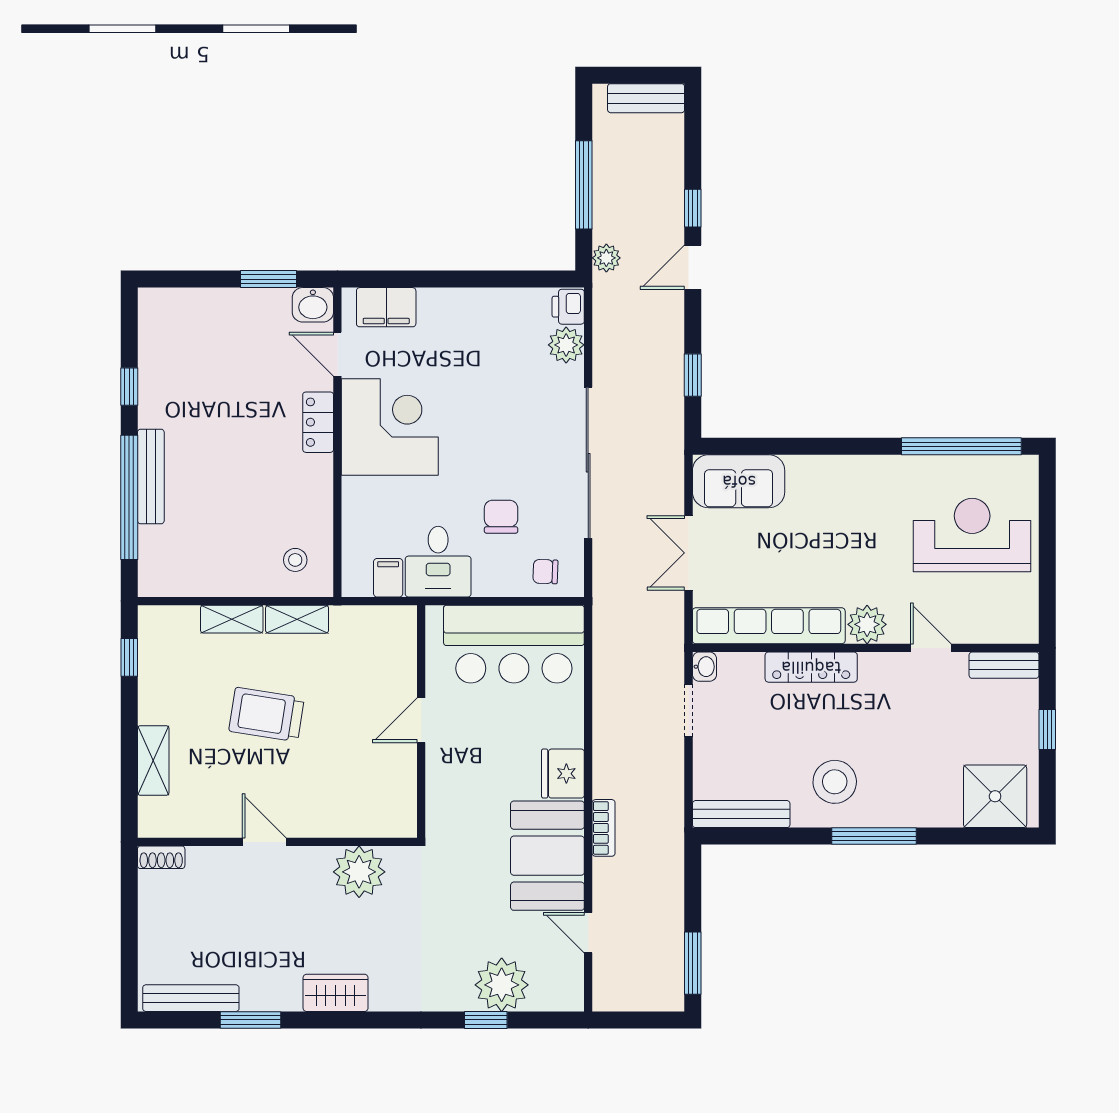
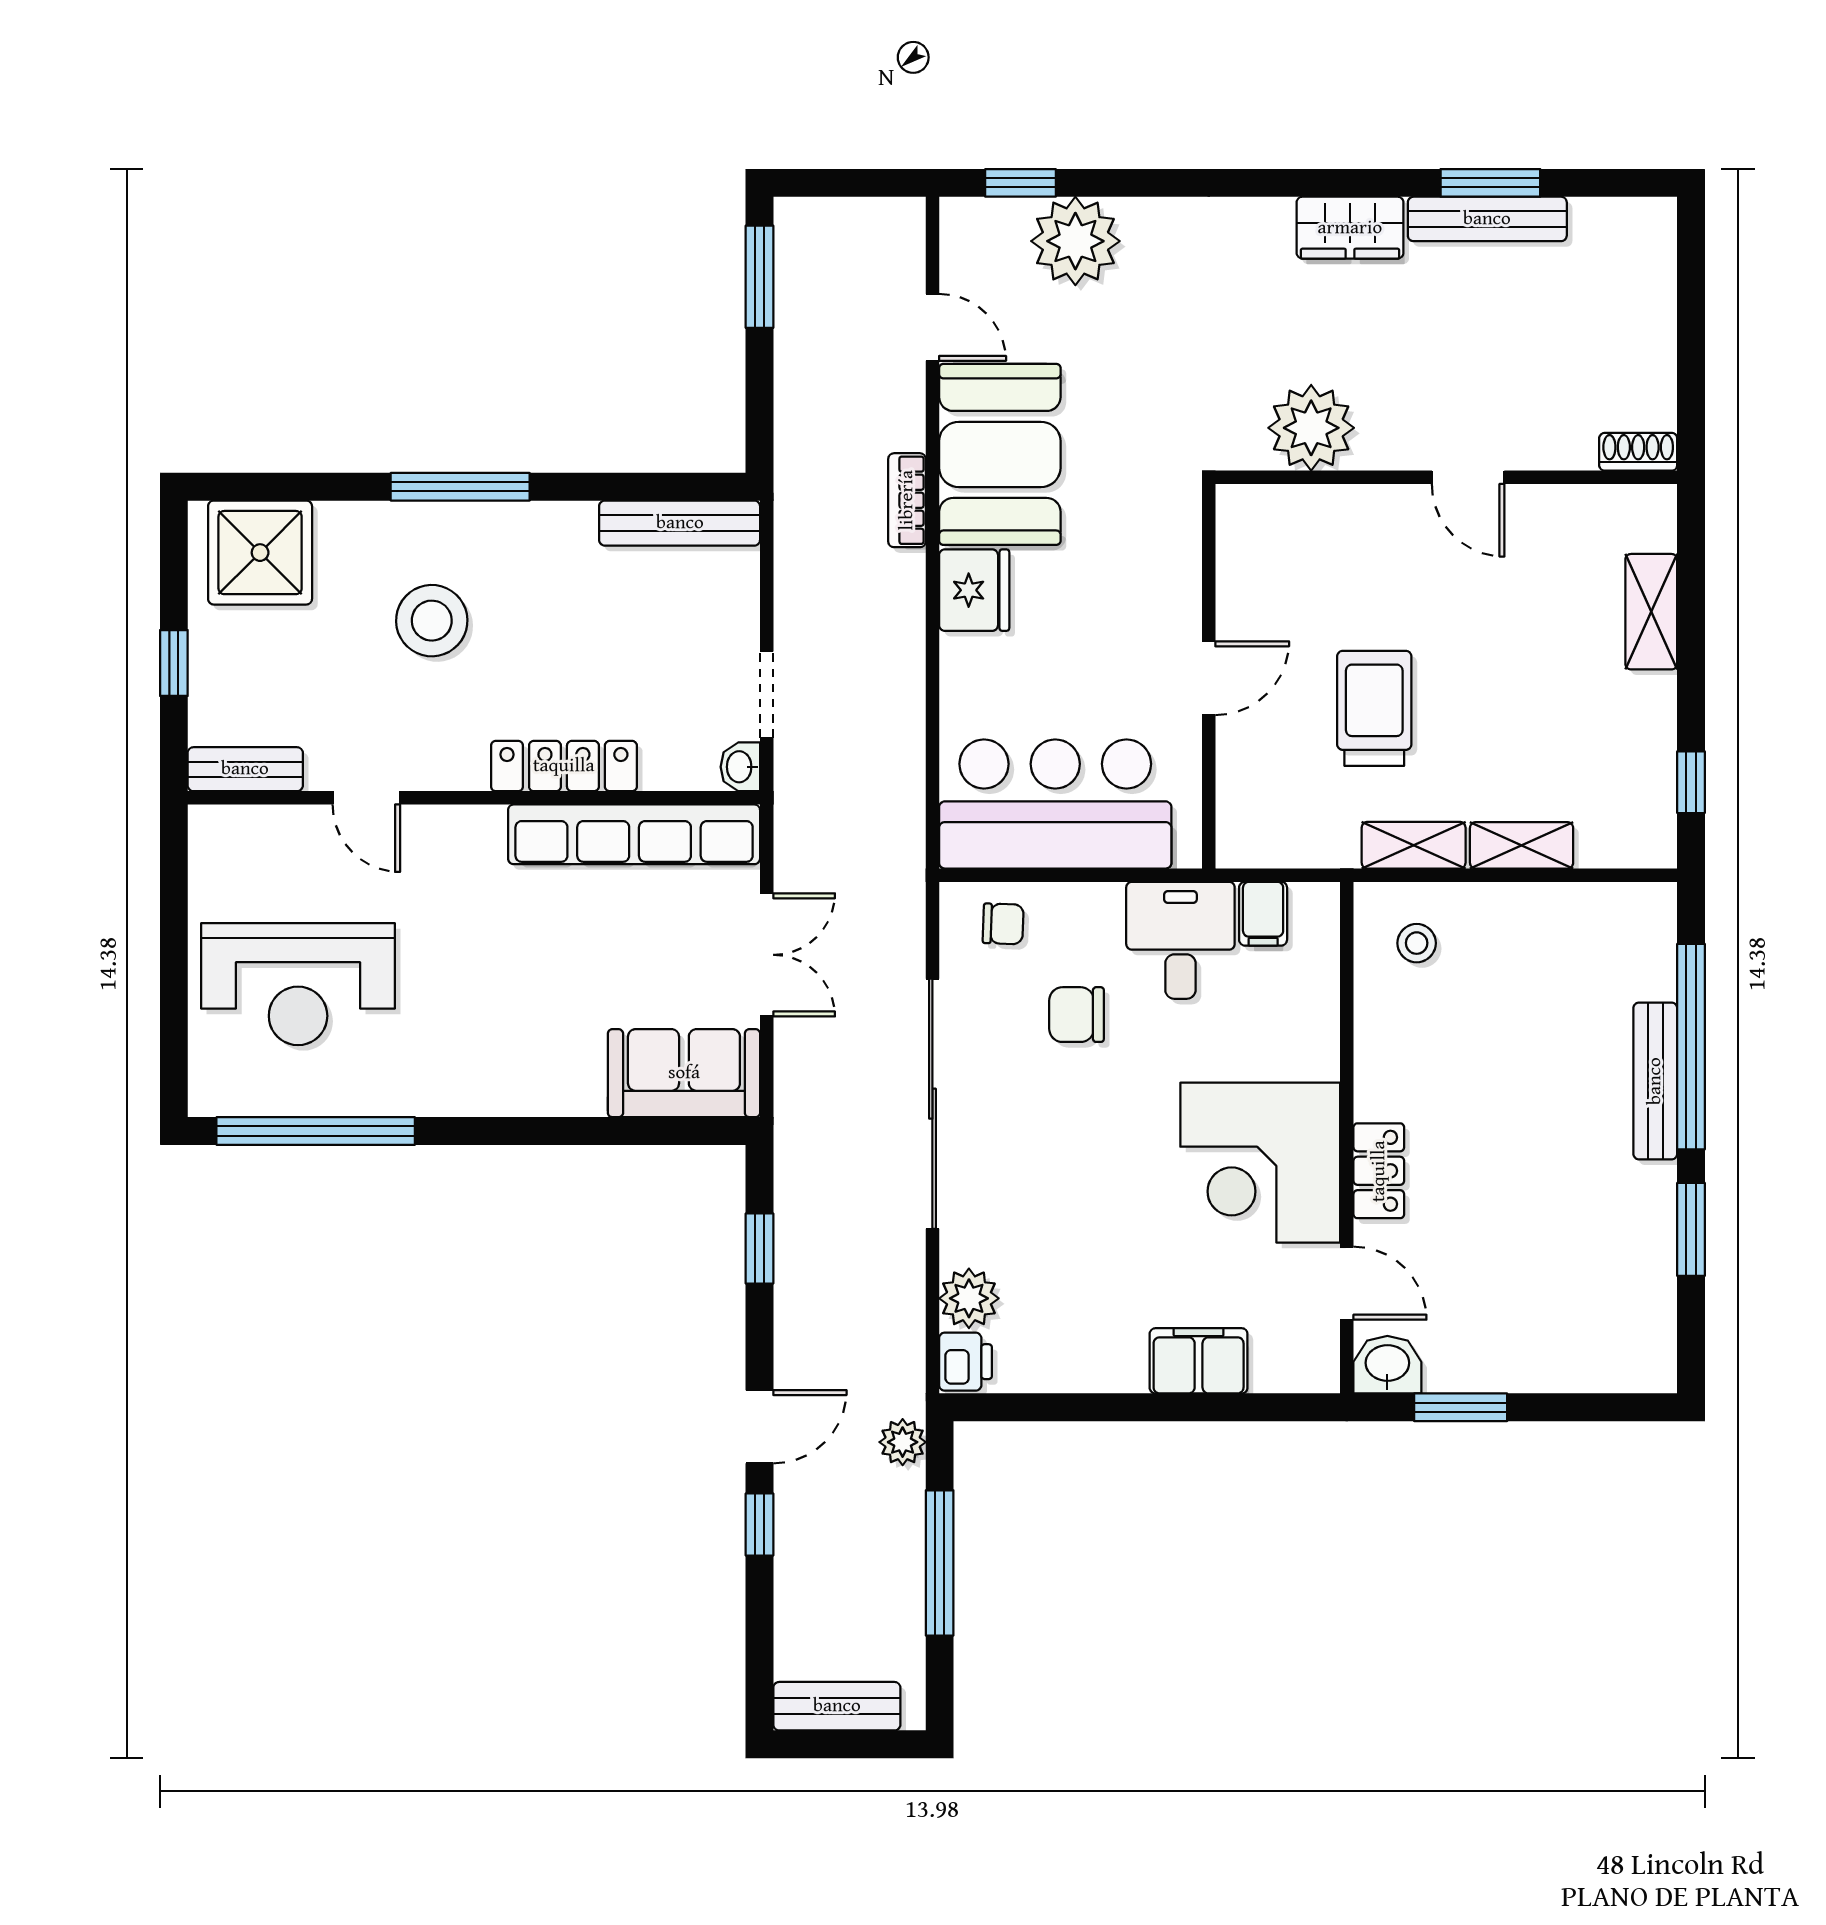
filing cabinet: (386, 307) -> (1199, 1361), moved
window: (129, 387) -> (1691, 1229), width x1.50
chair: (501, 517) -> (1077, 1015), turned 90
plant: (867, 624) -> (472, 836), removed
trolley: (266, 714) -> (1374, 708), moved, turned -99
stool: (835, 782) -> (432, 621), moved
bench: (191, 998) -> (1487, 219), moved
window: (486, 1020) -> (1020, 183), moved

